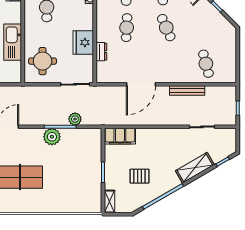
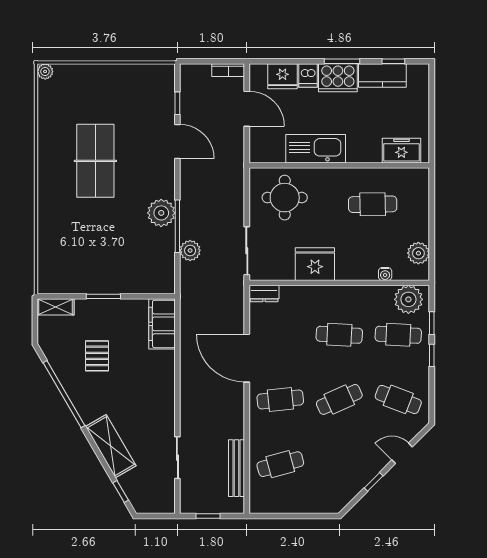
dresser: (101, 52) -> (264, 294), moved
cafe table: (166, 64) -> (280, 399), added
bench: (187, 91) -> (236, 468), moved

